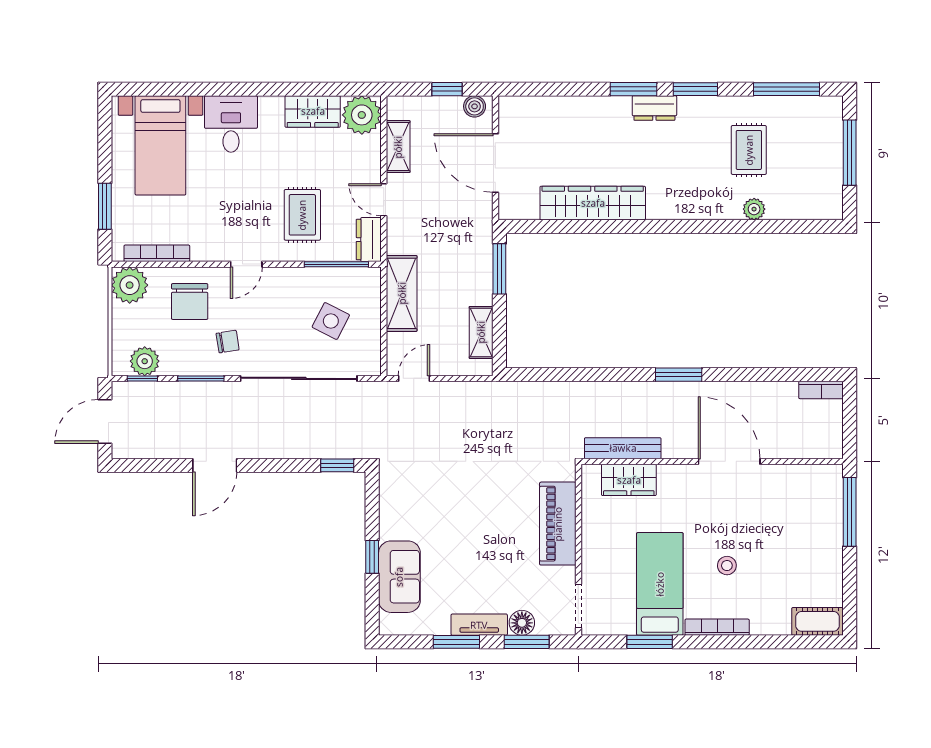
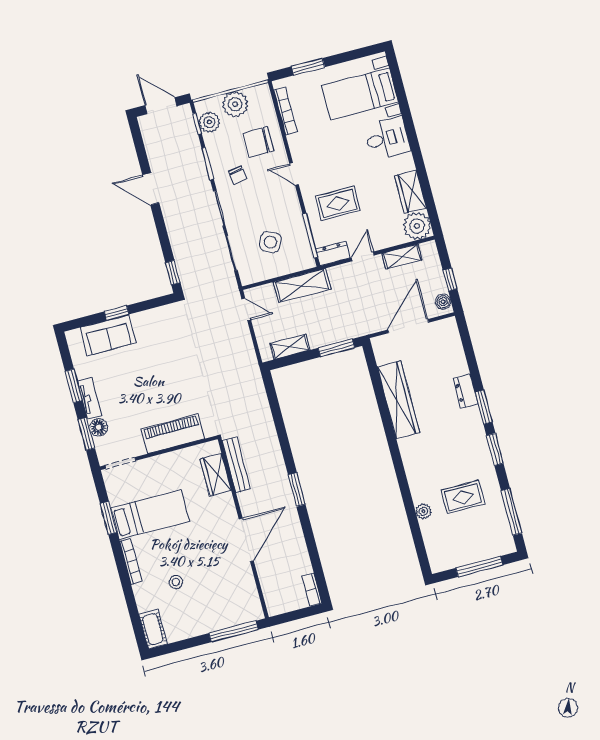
dresser: (654, 108) -> (466, 391), moved
plant: (130, 285) -> (235, 104), moved
stool: (727, 566) -> (176, 582), moved

